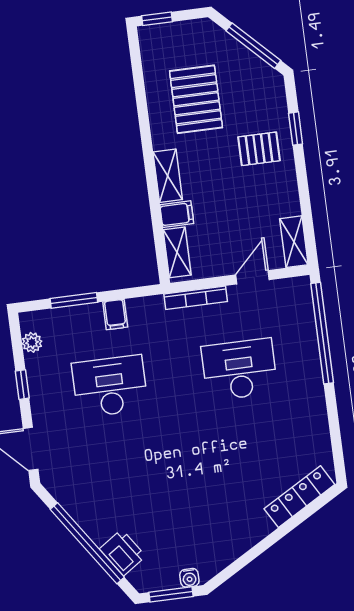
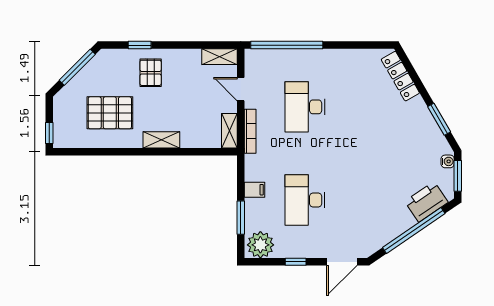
filing cabinet: (177, 214) -> (189, 137), removed
shelving: (177, 252) -> (229, 131), moved, turned 90
plant: (32, 342) -> (260, 245), width x1.87, depth x1.87
printer: (123, 553) -> (426, 202), width x1.37, depth x1.19
window: (246, 558) -> (439, 119), added

